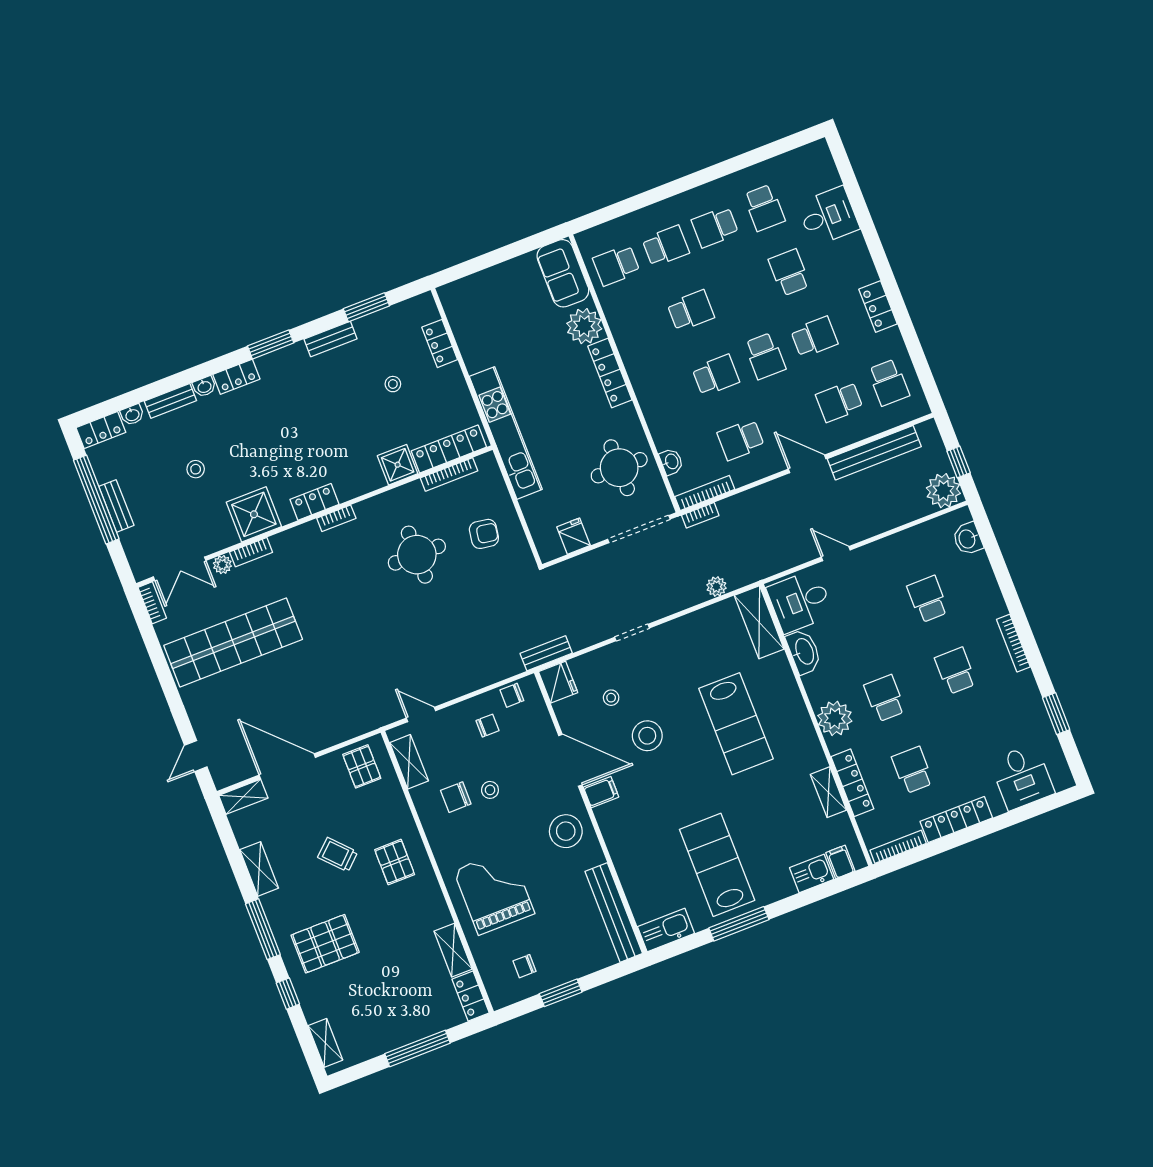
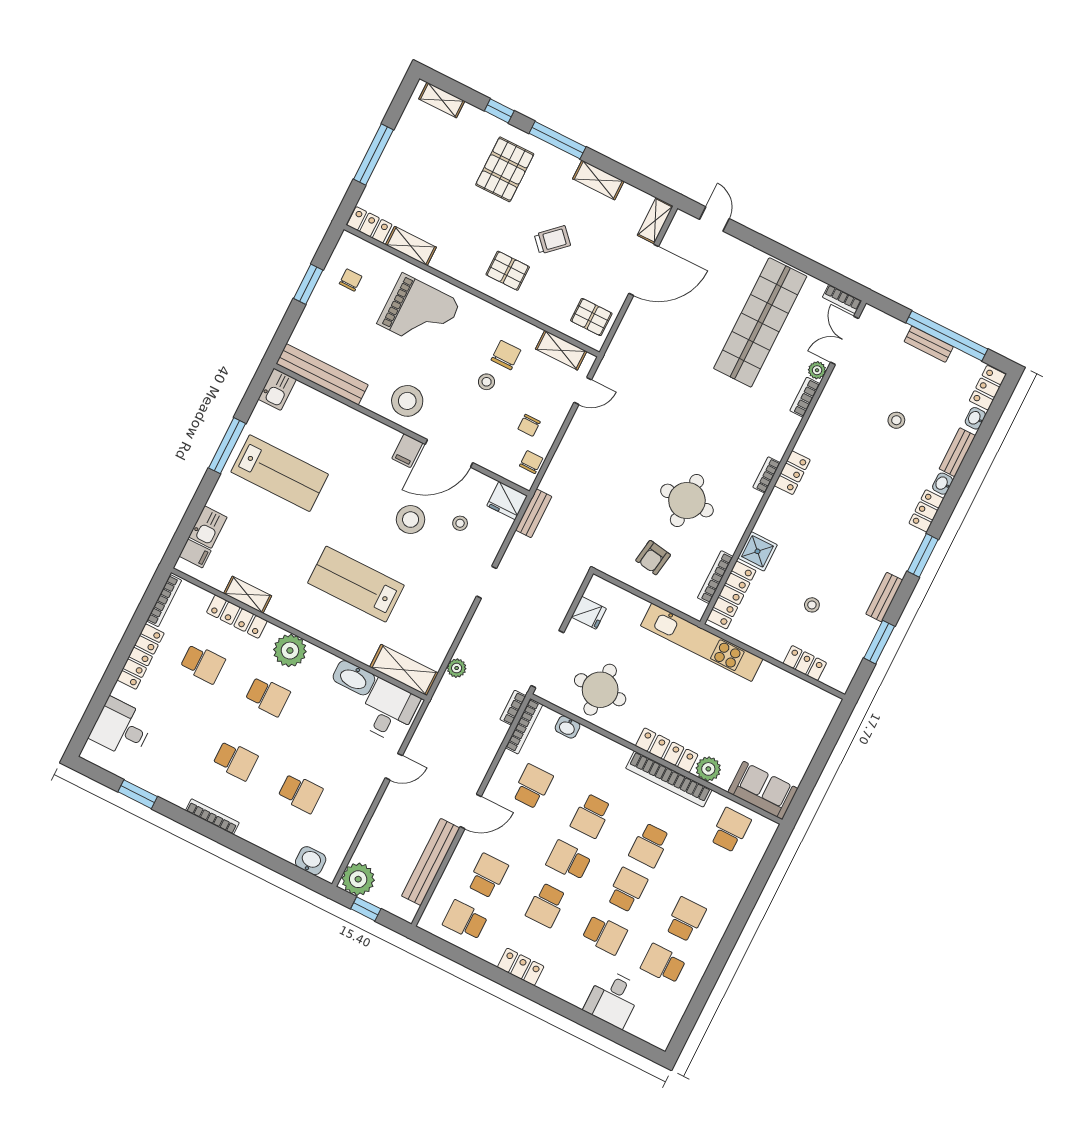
school desk: (666, 246) -> (627, 890), moved, turned 180
plant: (584, 326) -> (708, 769), width x0.73, depth x0.73
bookcase: (629, 349) -> (669, 779), added
shower: (254, 514) -> (827, 425), removed
kitchen sink: (666, 930) -> (277, 389), width x0.73

